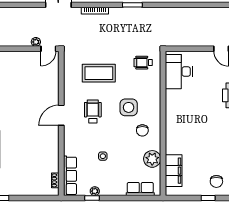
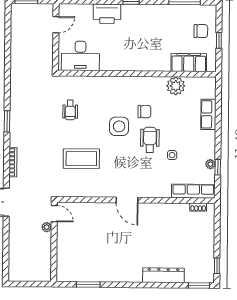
desk: (179, 72) -> (80, 56), moved
coffee table: (99, 73) -> (81, 159), turned 90
wheelchair: (93, 112) -> (150, 140), moved, turned 90
wall: (163, 123) -> (137, 74), moved
plant: (152, 159) -> (176, 86), moved
filing cabinet: (174, 171) -> (189, 63), moved

